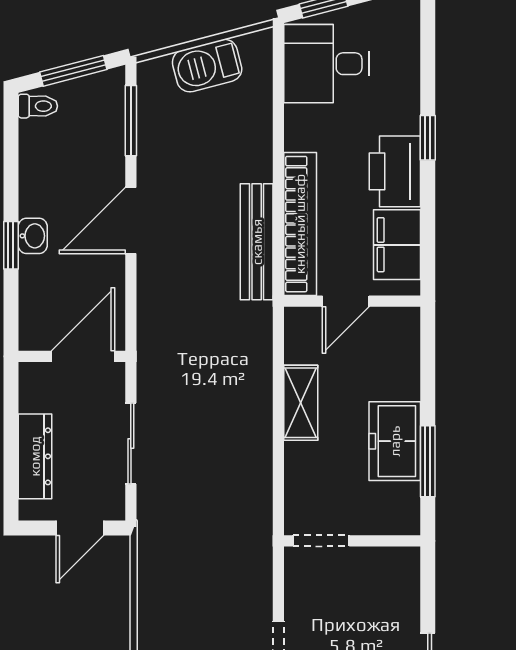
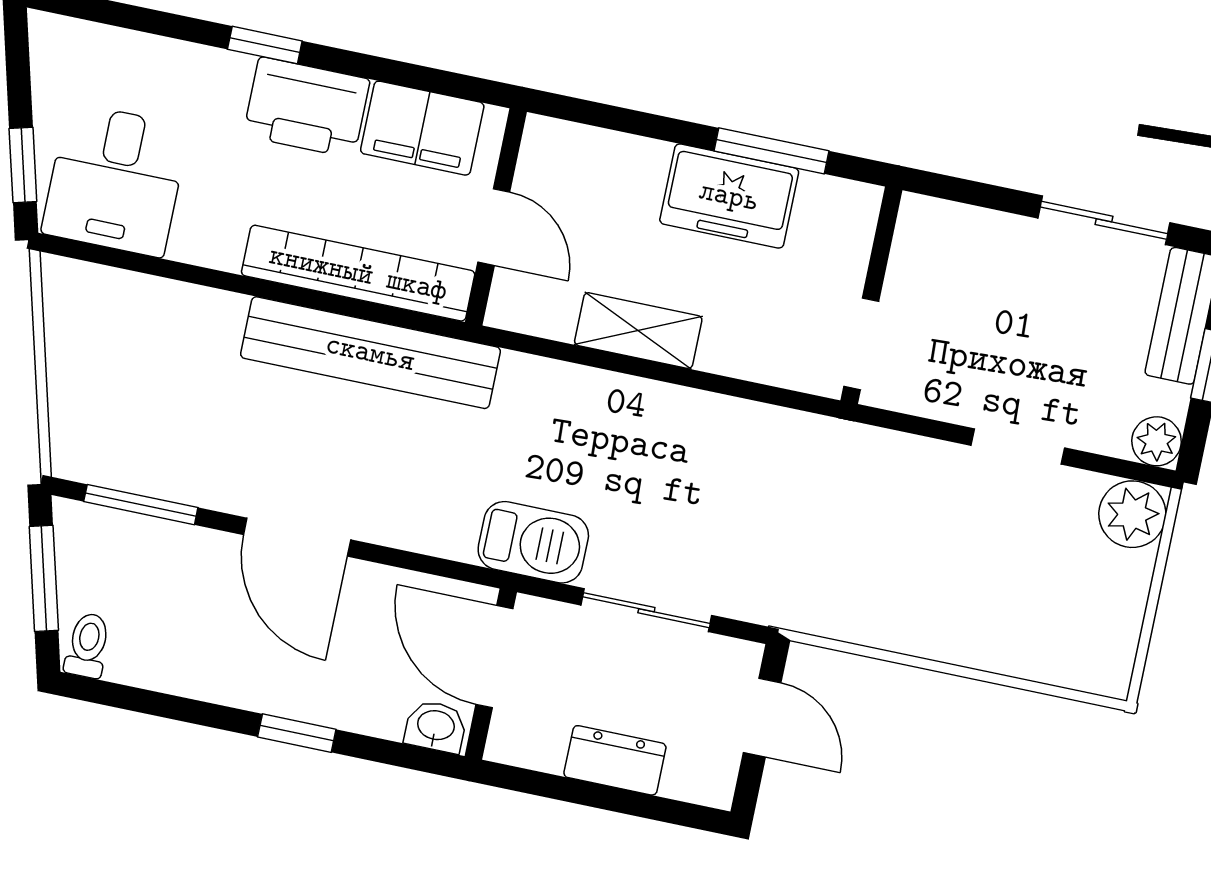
barbecue: (207, 66) -> (533, 542), moved, turned -75
washbasin: (33, 236) -> (436, 726), moved
bench: (257, 242) -> (370, 353), width x1.37, depth x1.21
dresser: (35, 456) -> (615, 760), width x0.70

